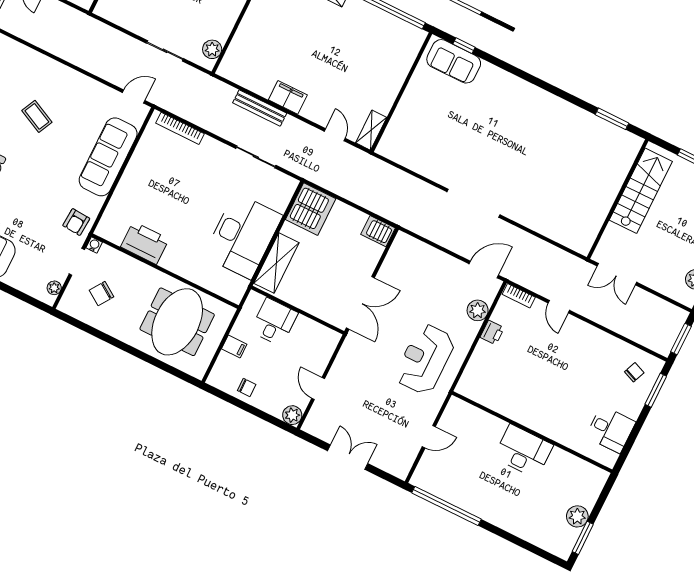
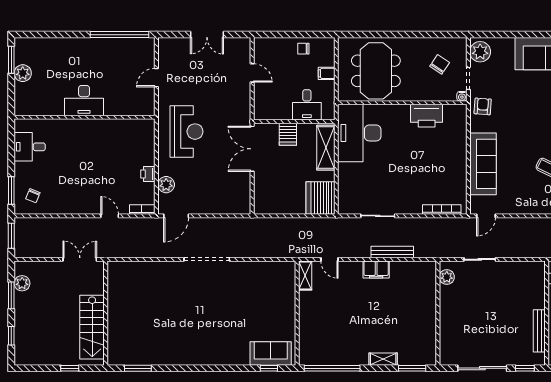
server rack: (378, 231) -> (288, 134), moved, turned 90
desk: (243, 236) -> (359, 133), moved
plant: (54, 288) -> (480, 52), width x1.88, depth x1.88
plant: (292, 415) -> (261, 45), removed

